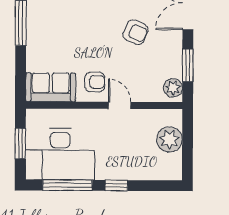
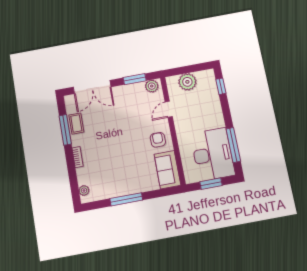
armchair: (135, 32) -> (118, 118), removed
door: (120, 105) -> (169, 109), moved
window: (116, 185) -> (221, 86), moved

